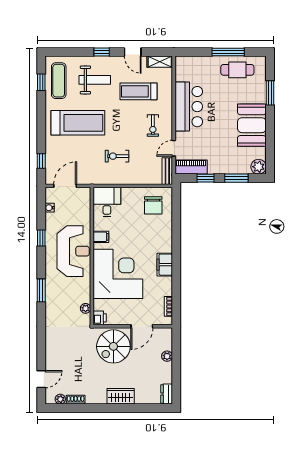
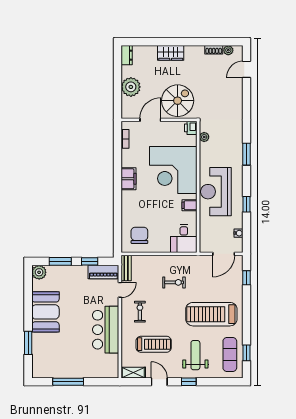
cafe table: (237, 70) -> (59, 365), removed
weight bench: (95, 80) -> (195, 355), turned 90
plant: (167, 356) -> (131, 87), width x1.88, depth x1.88

